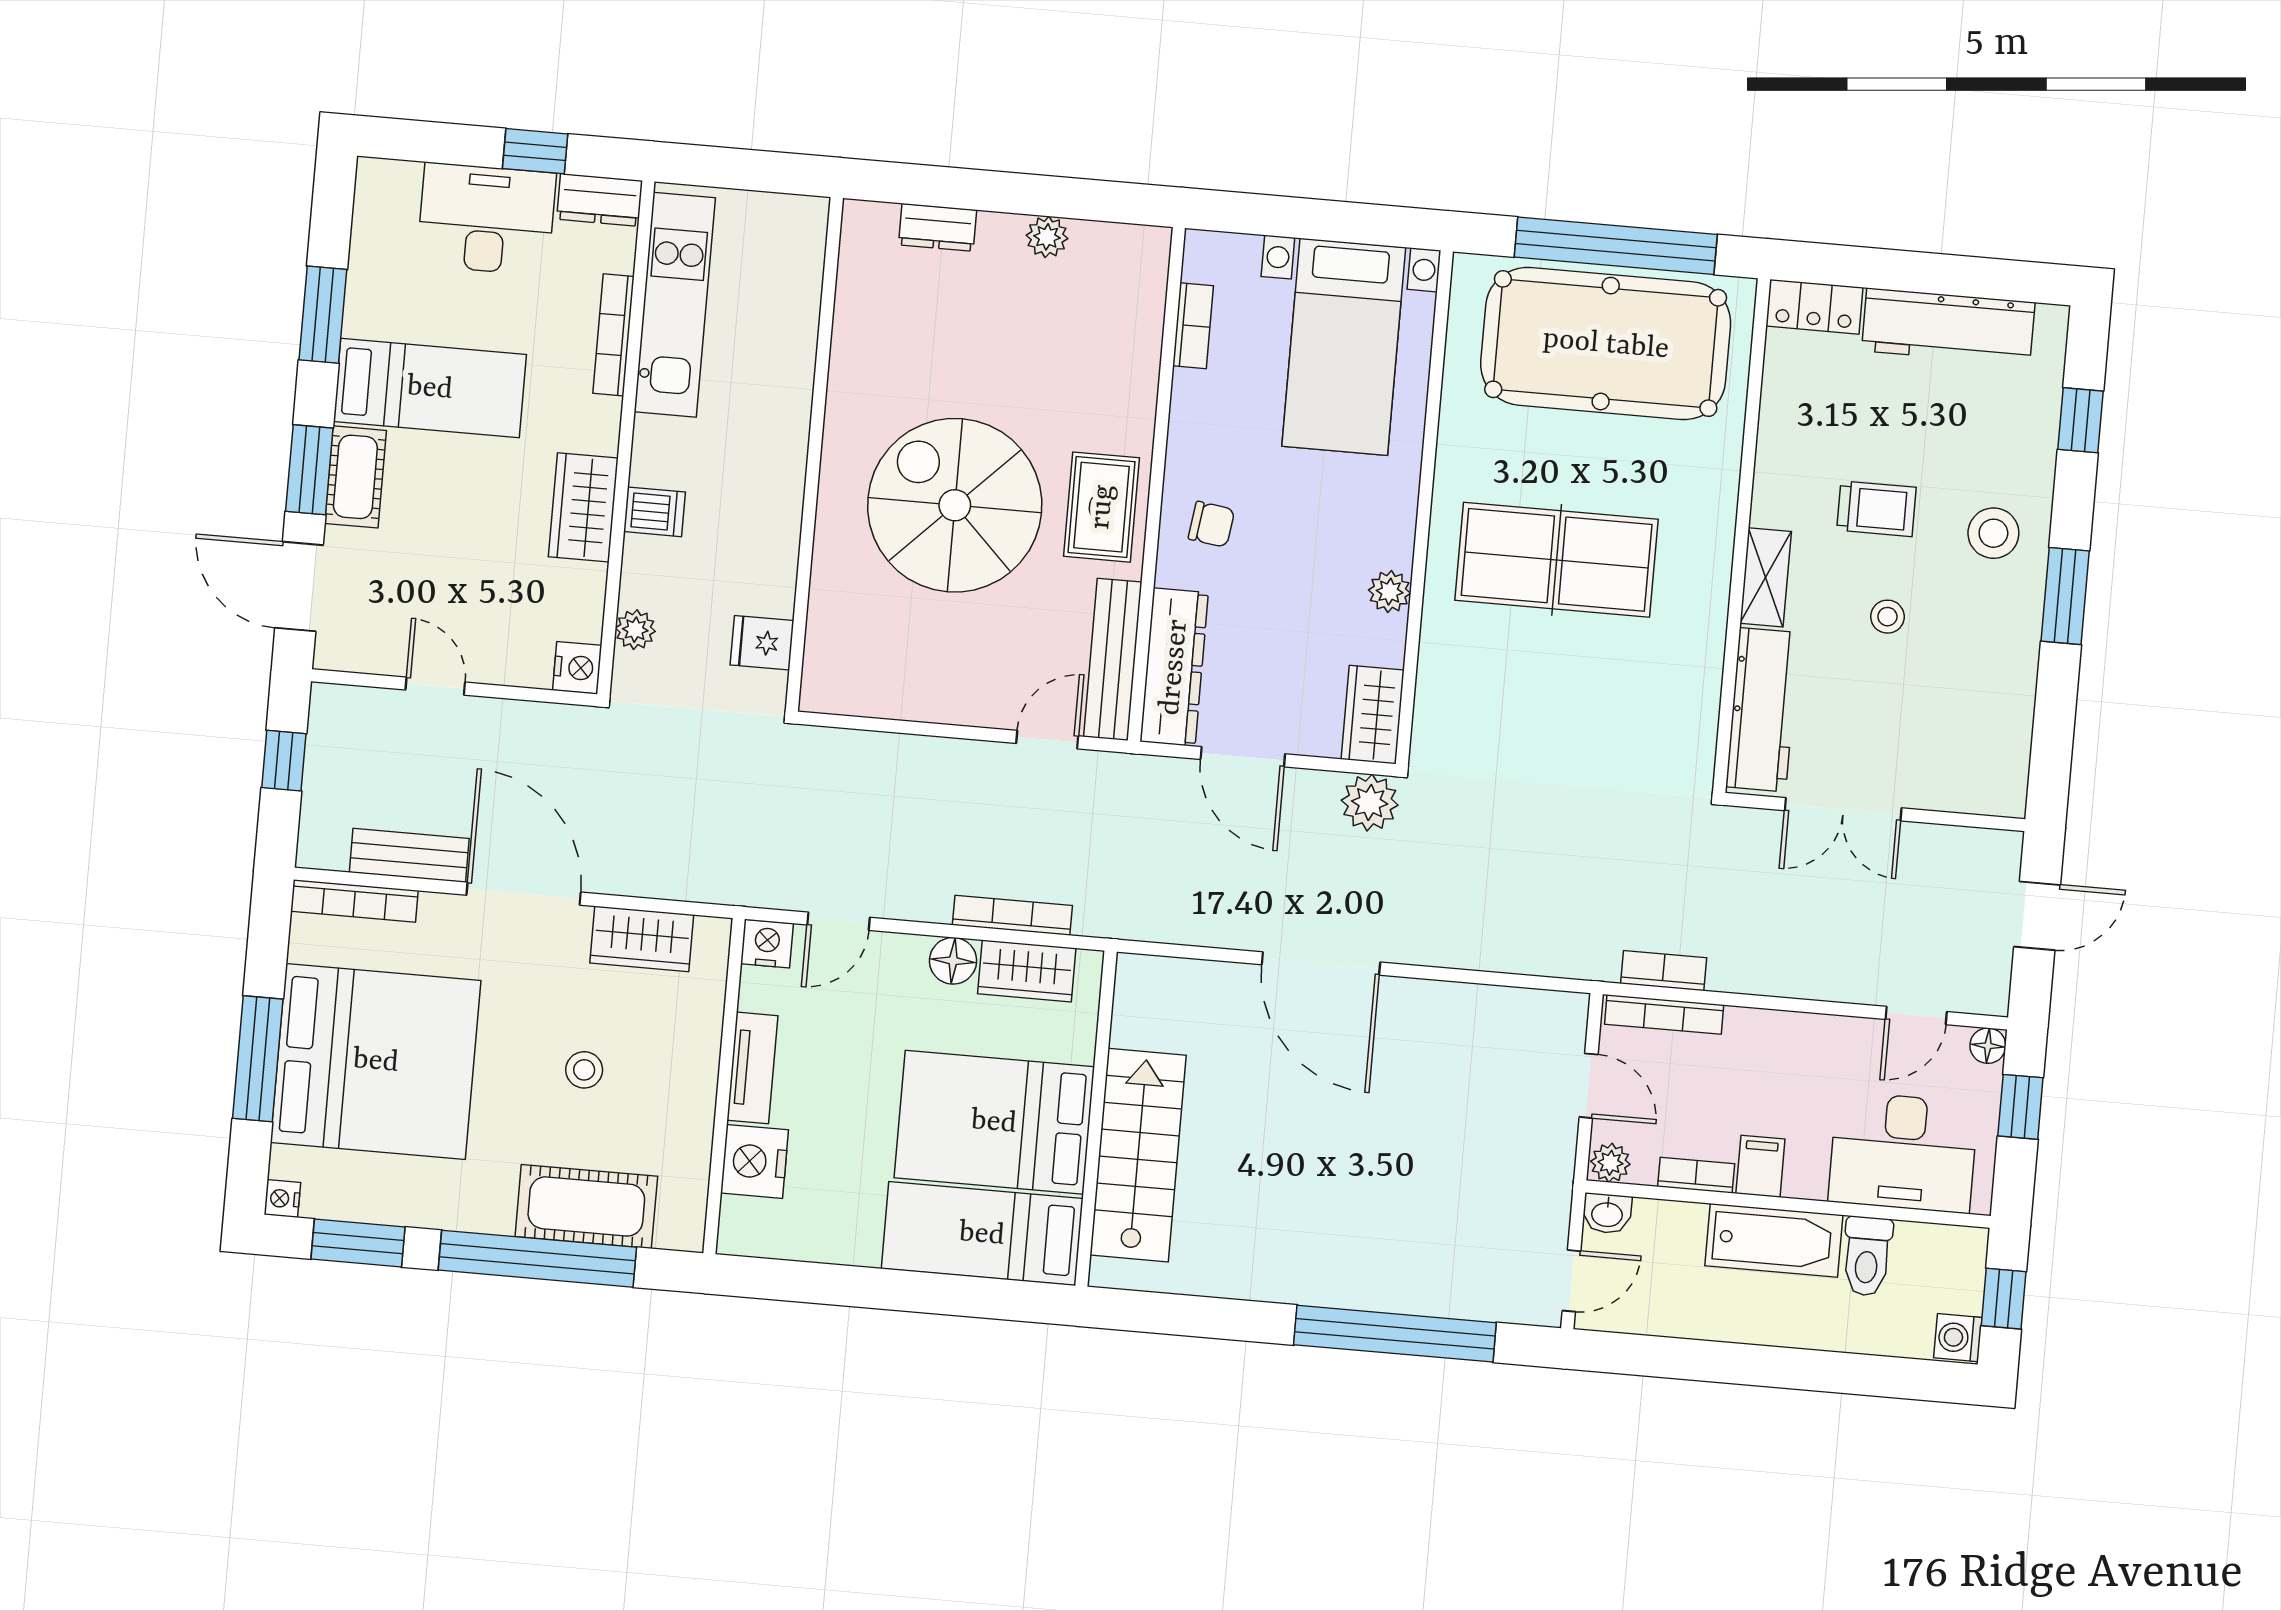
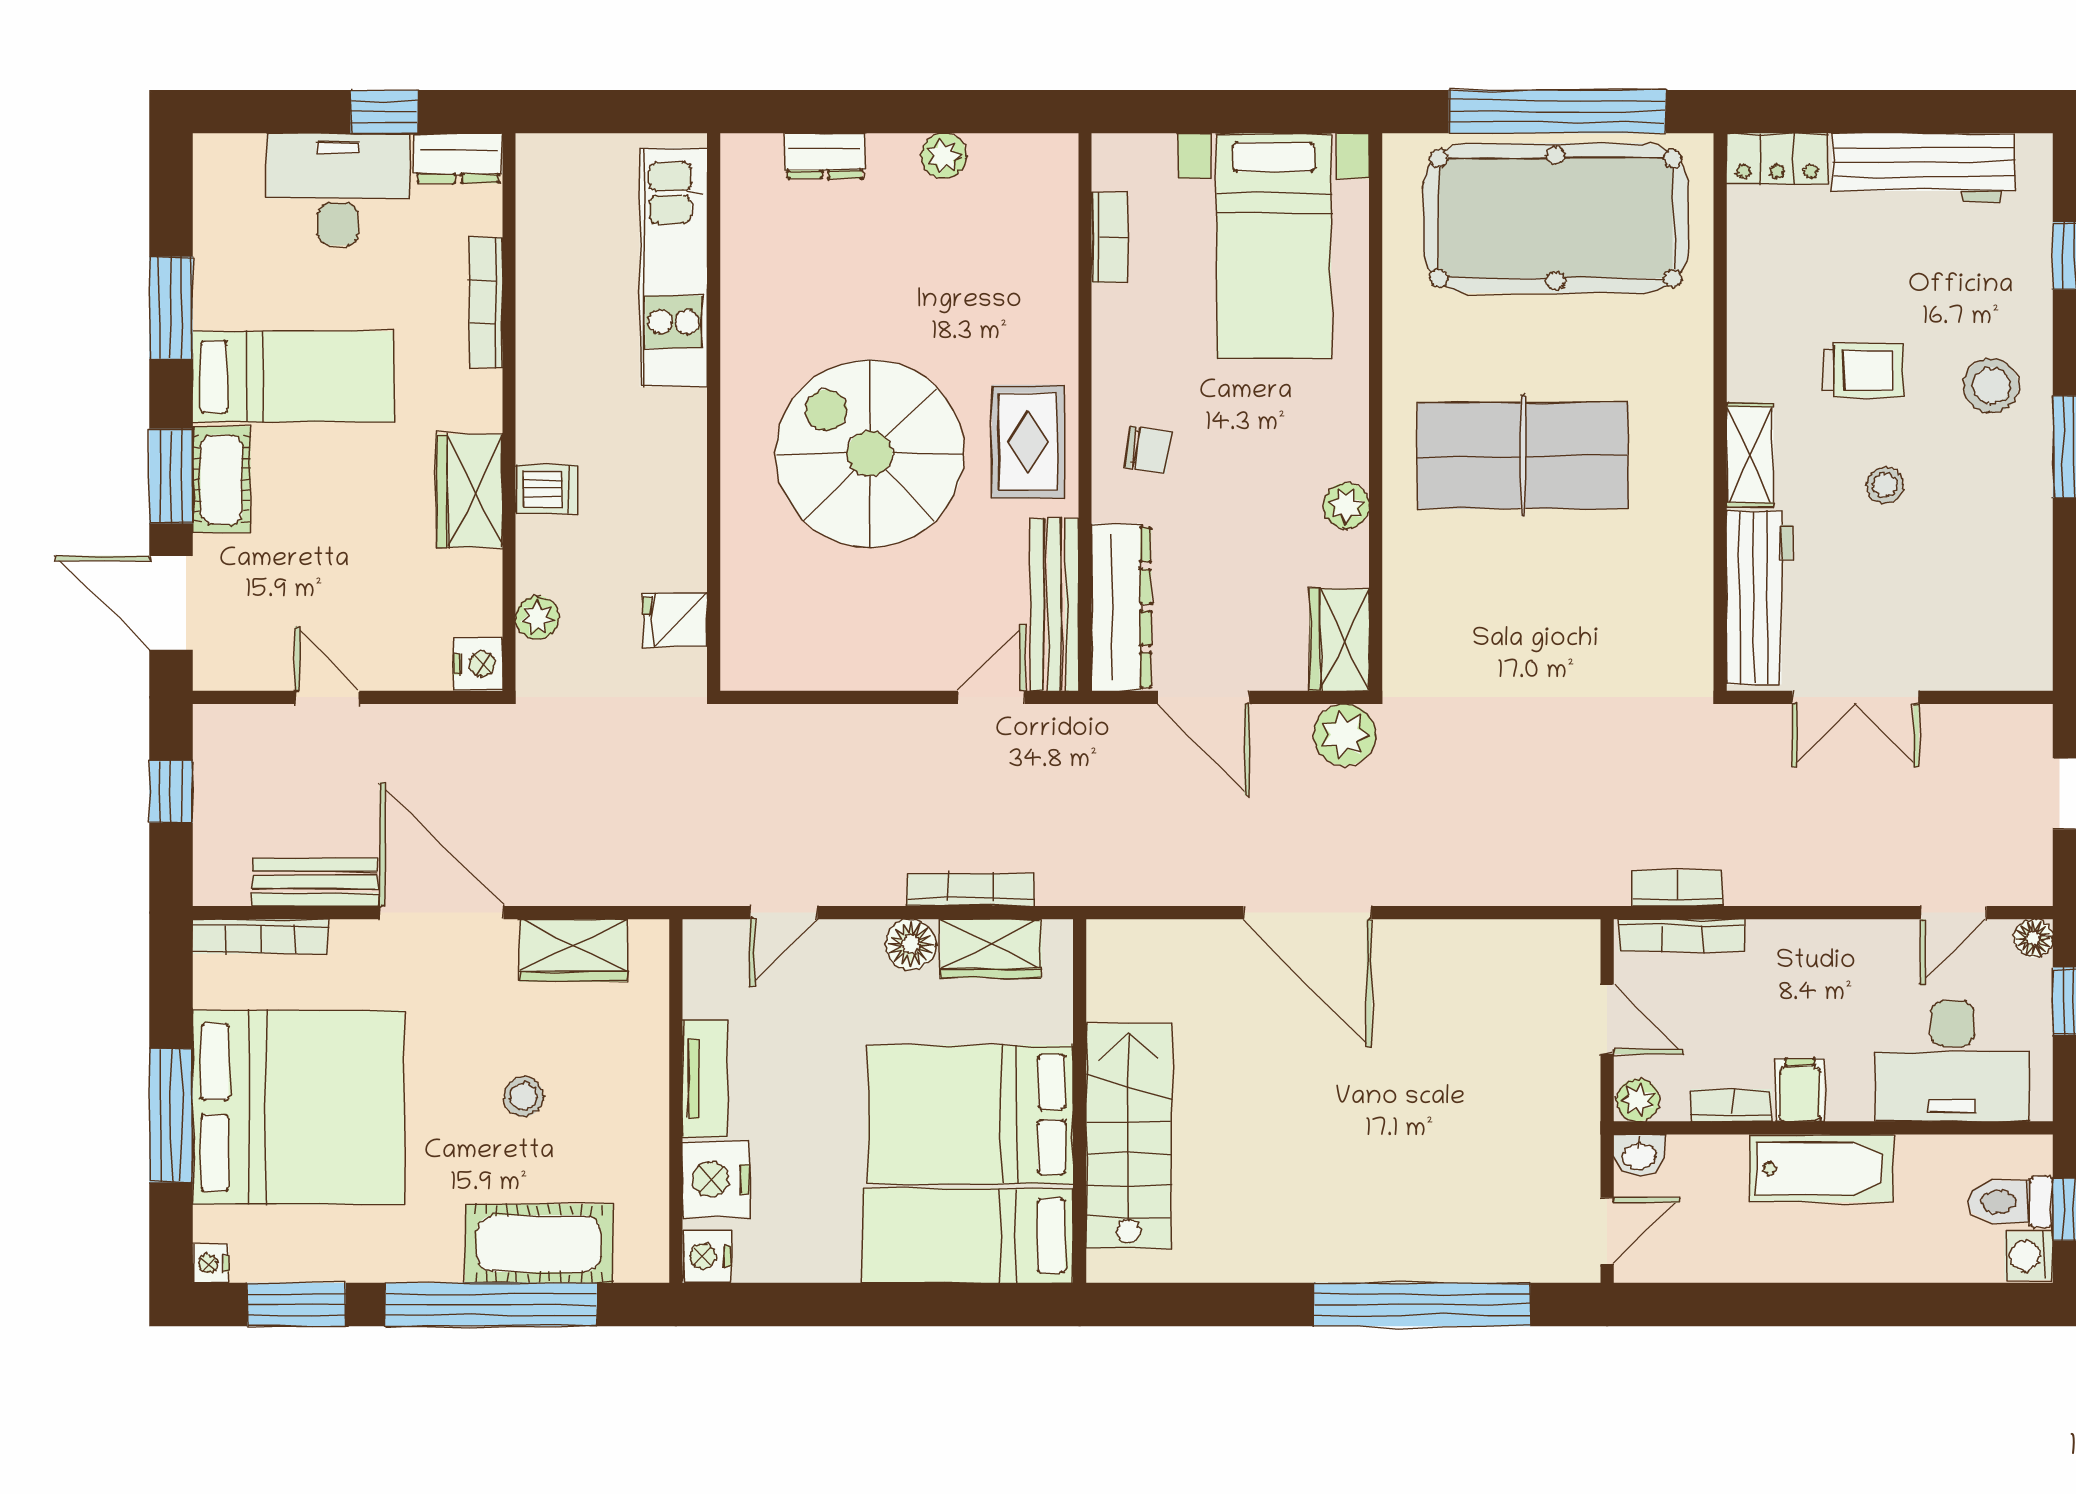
kitchen unit: (675, 305) -> (674, 267), moved, turned 180
nightstand: (767, 944) -> (707, 1256), moved, turned -90
toilet: (1867, 1256) -> (2011, 1202), moved, turned 90

